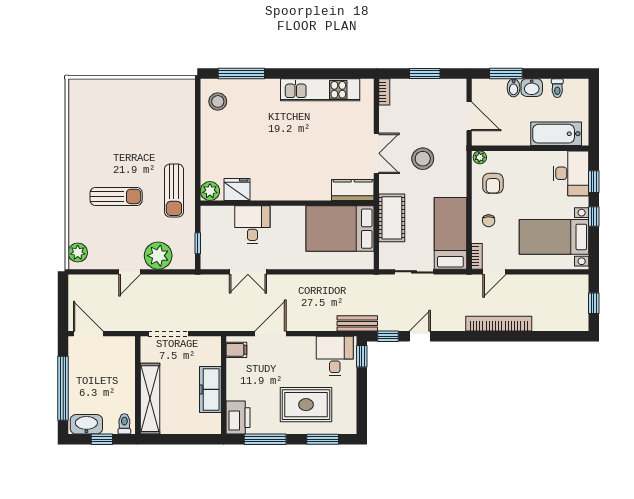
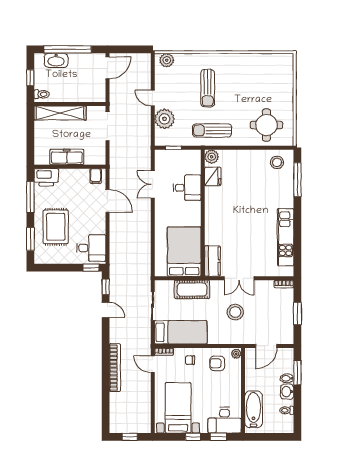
round table: (167, 116) -> (266, 125), added
bench: (357, 323) -> (115, 264), removed
washbasin: (86, 424) -> (56, 60), moved, turned 90

